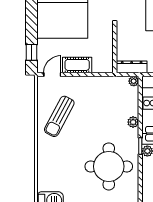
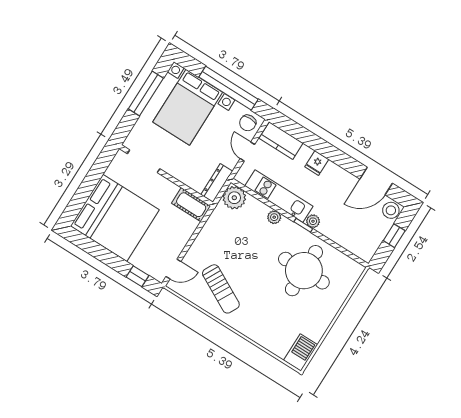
cot: (77, 65) -> (191, 205), moved, turned 90
door: (52, 74) -> (173, 269), swing flipped
plant: (134, 81) -> (234, 198), width x1.88, depth x1.88

